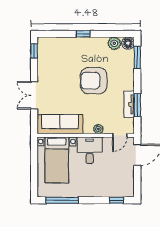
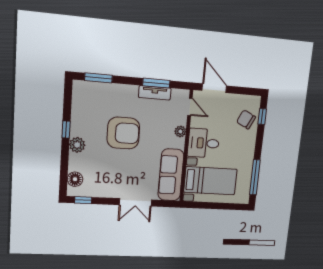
window: (83, 34) -> (66, 129), moved
plant: (114, 43) -> (77, 145), moved
floor lamp: (128, 43) -> (75, 179), moved
armchair: (94, 81) -> (123, 133), turned -90
chair: (113, 186) -> (246, 119), added

